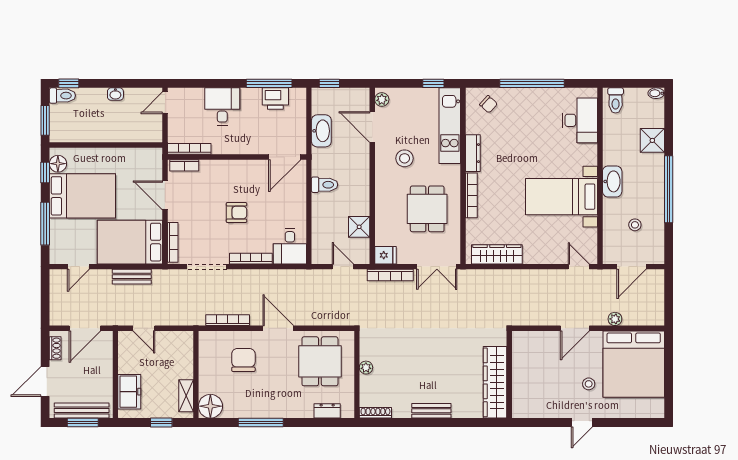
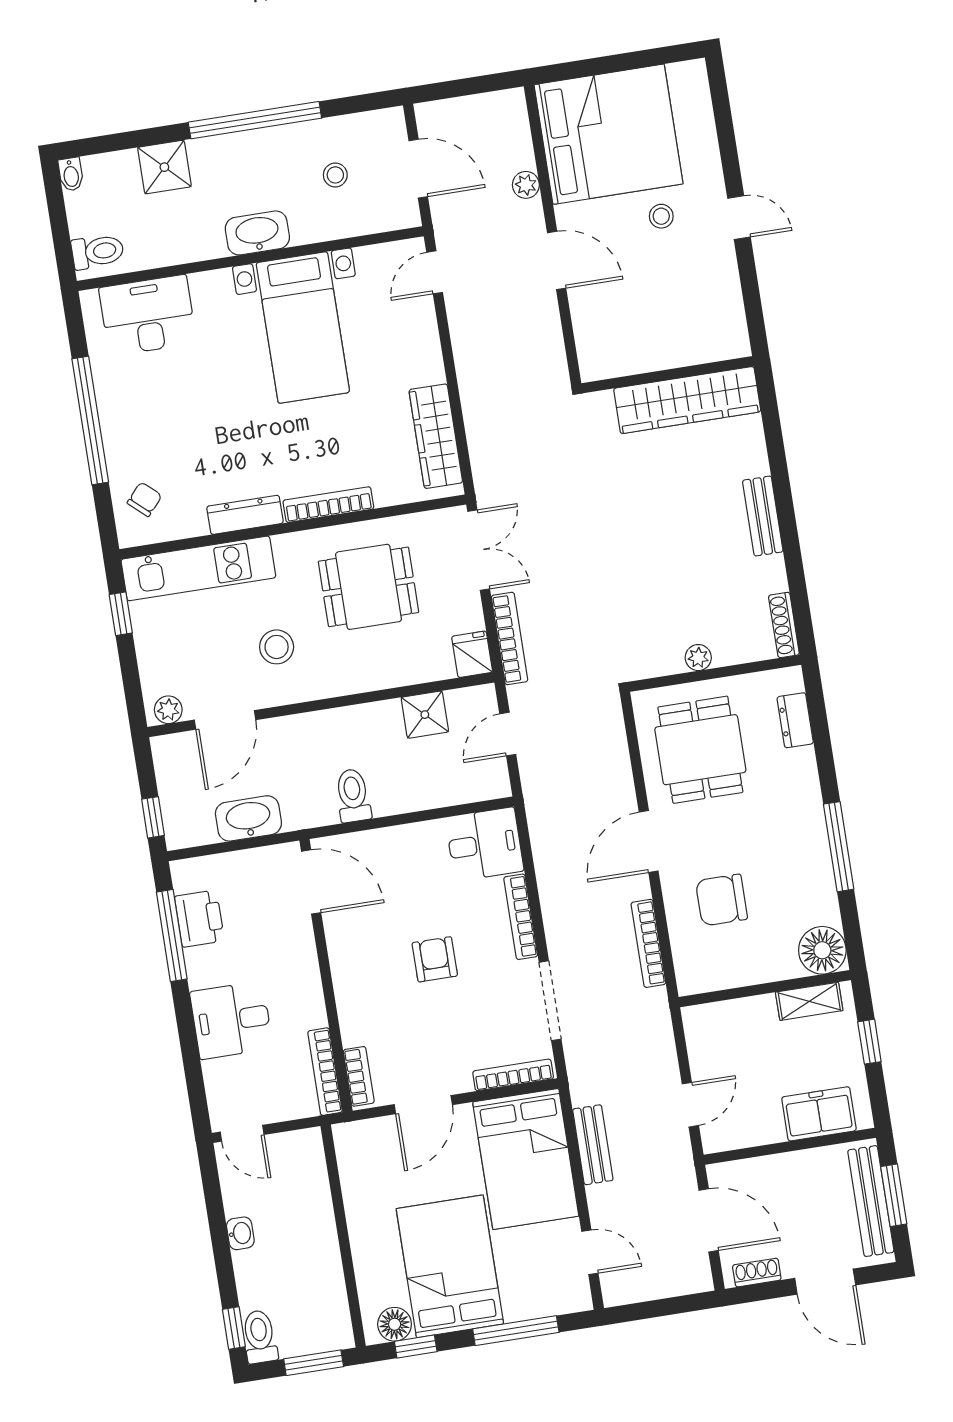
dining table: (320, 361) -> (700, 750), turned 90

